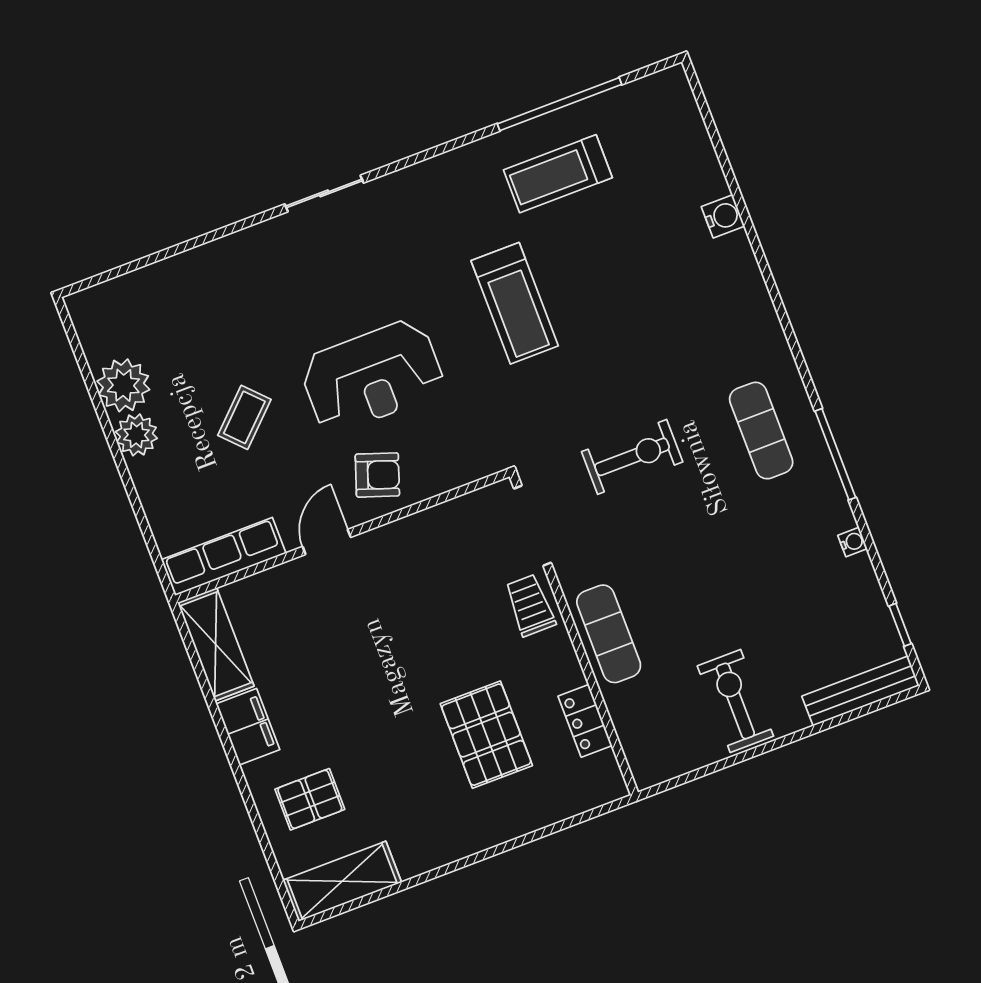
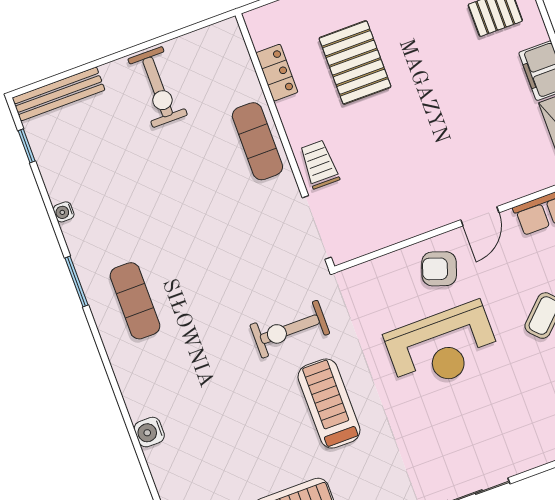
water cooler: (723, 216) -> (149, 432), moved
reception desk: (372, 376) -> (442, 347), turned 180
window: (835, 454) -> (77, 281), width x0.69
exercise bike: (632, 457) -> (290, 329), moved
trolley: (530, 605) -> (319, 164), turned 180

